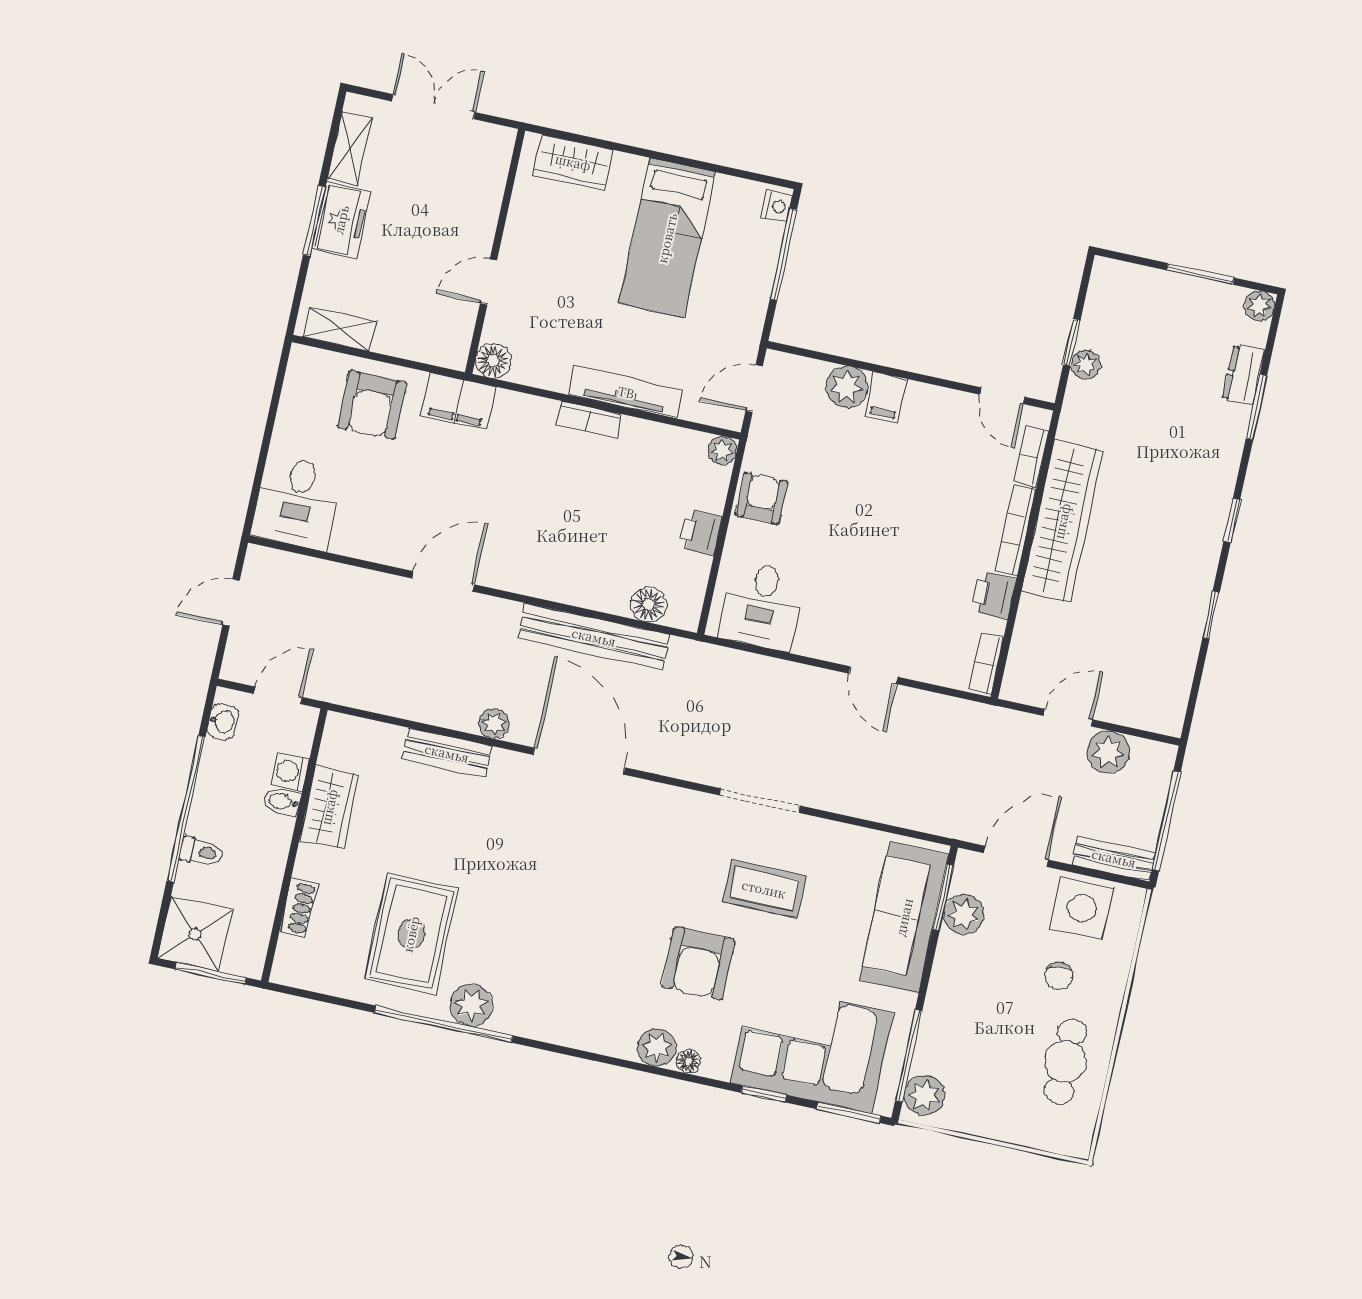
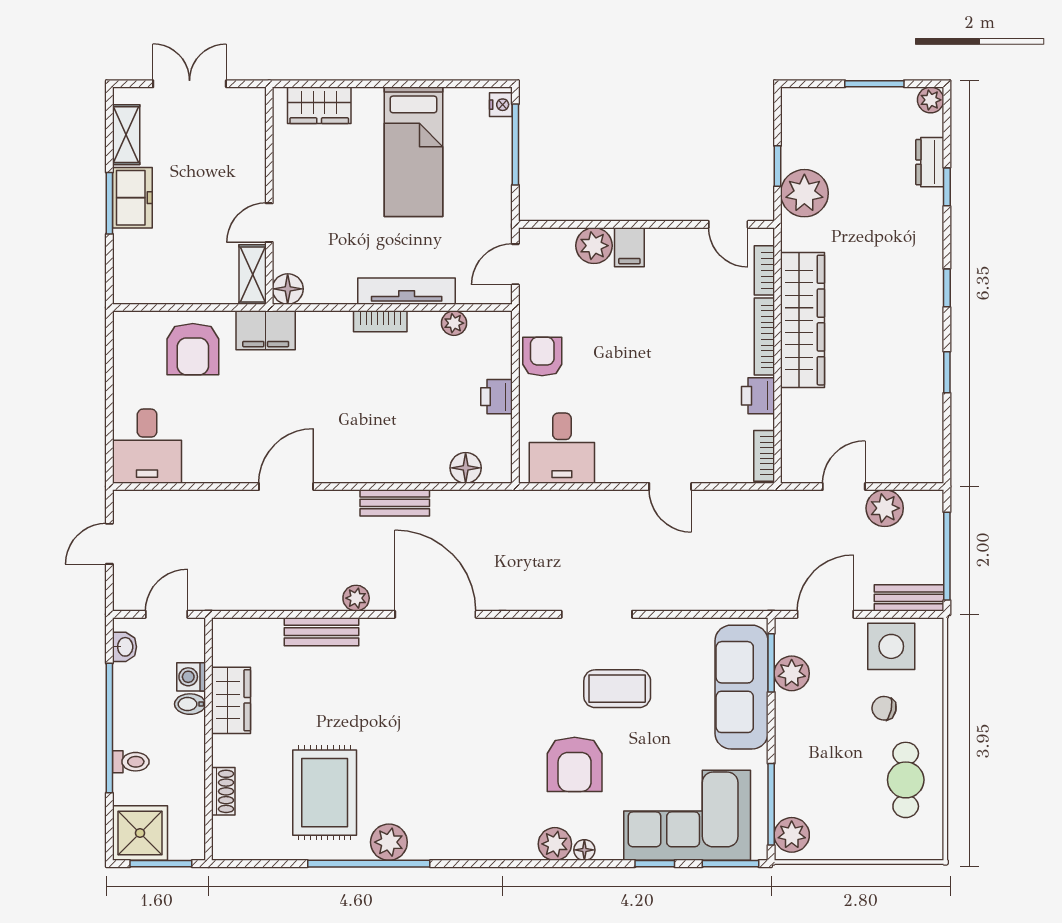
shelving: (340, 329) -> (253, 274), moved, turned 90
plant: (1086, 364) -> (804, 193), width x1.88, depth x1.88
window: (1256, 407) -> (947, 187), width x0.67
plant: (722, 451) -> (454, 323), moved
bench: (594, 637) -> (395, 503), width x0.54, depth x0.82
chair: (1059, 976) -> (884, 708), turned 110

